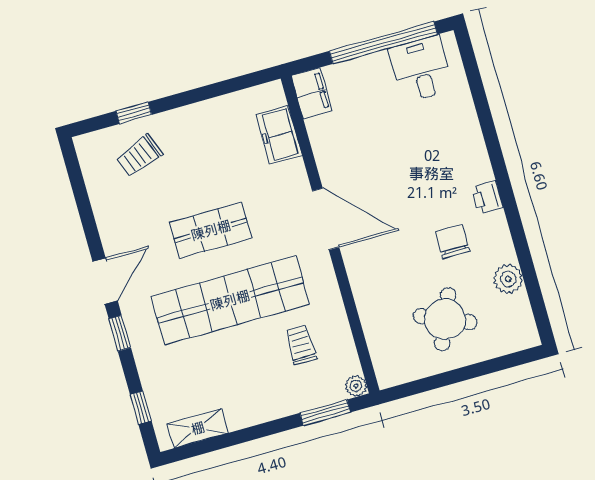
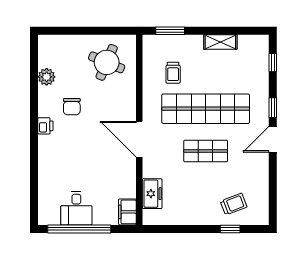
desk: (421, 69) -> (76, 208), moved
round table: (445, 319) -> (107, 62), moved
plant: (356, 386) -> (149, 41), removed
shelving: (198, 428) -> (220, 42), moved

